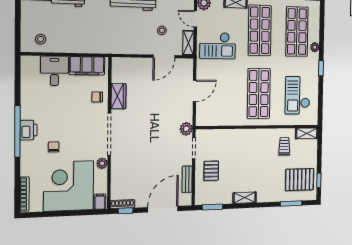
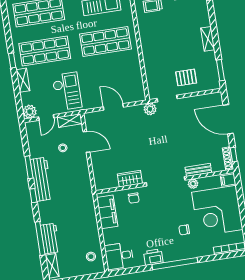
desk: (54, 71) -> (119, 256), moved
printer: (29, 130) -> (153, 257), moved
bench: (187, 179) -> (198, 170), moved

